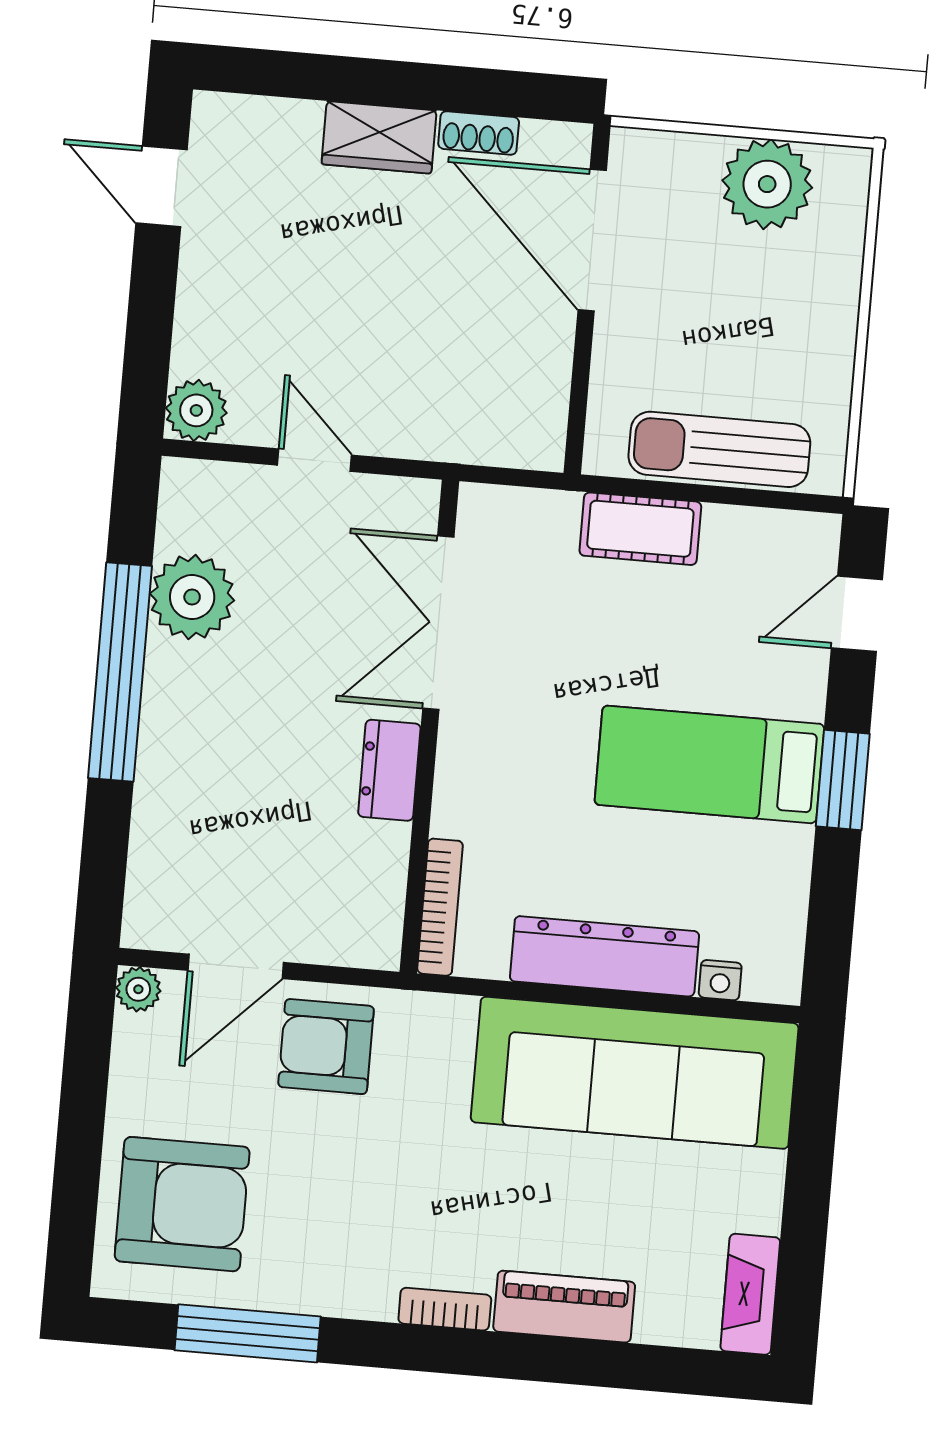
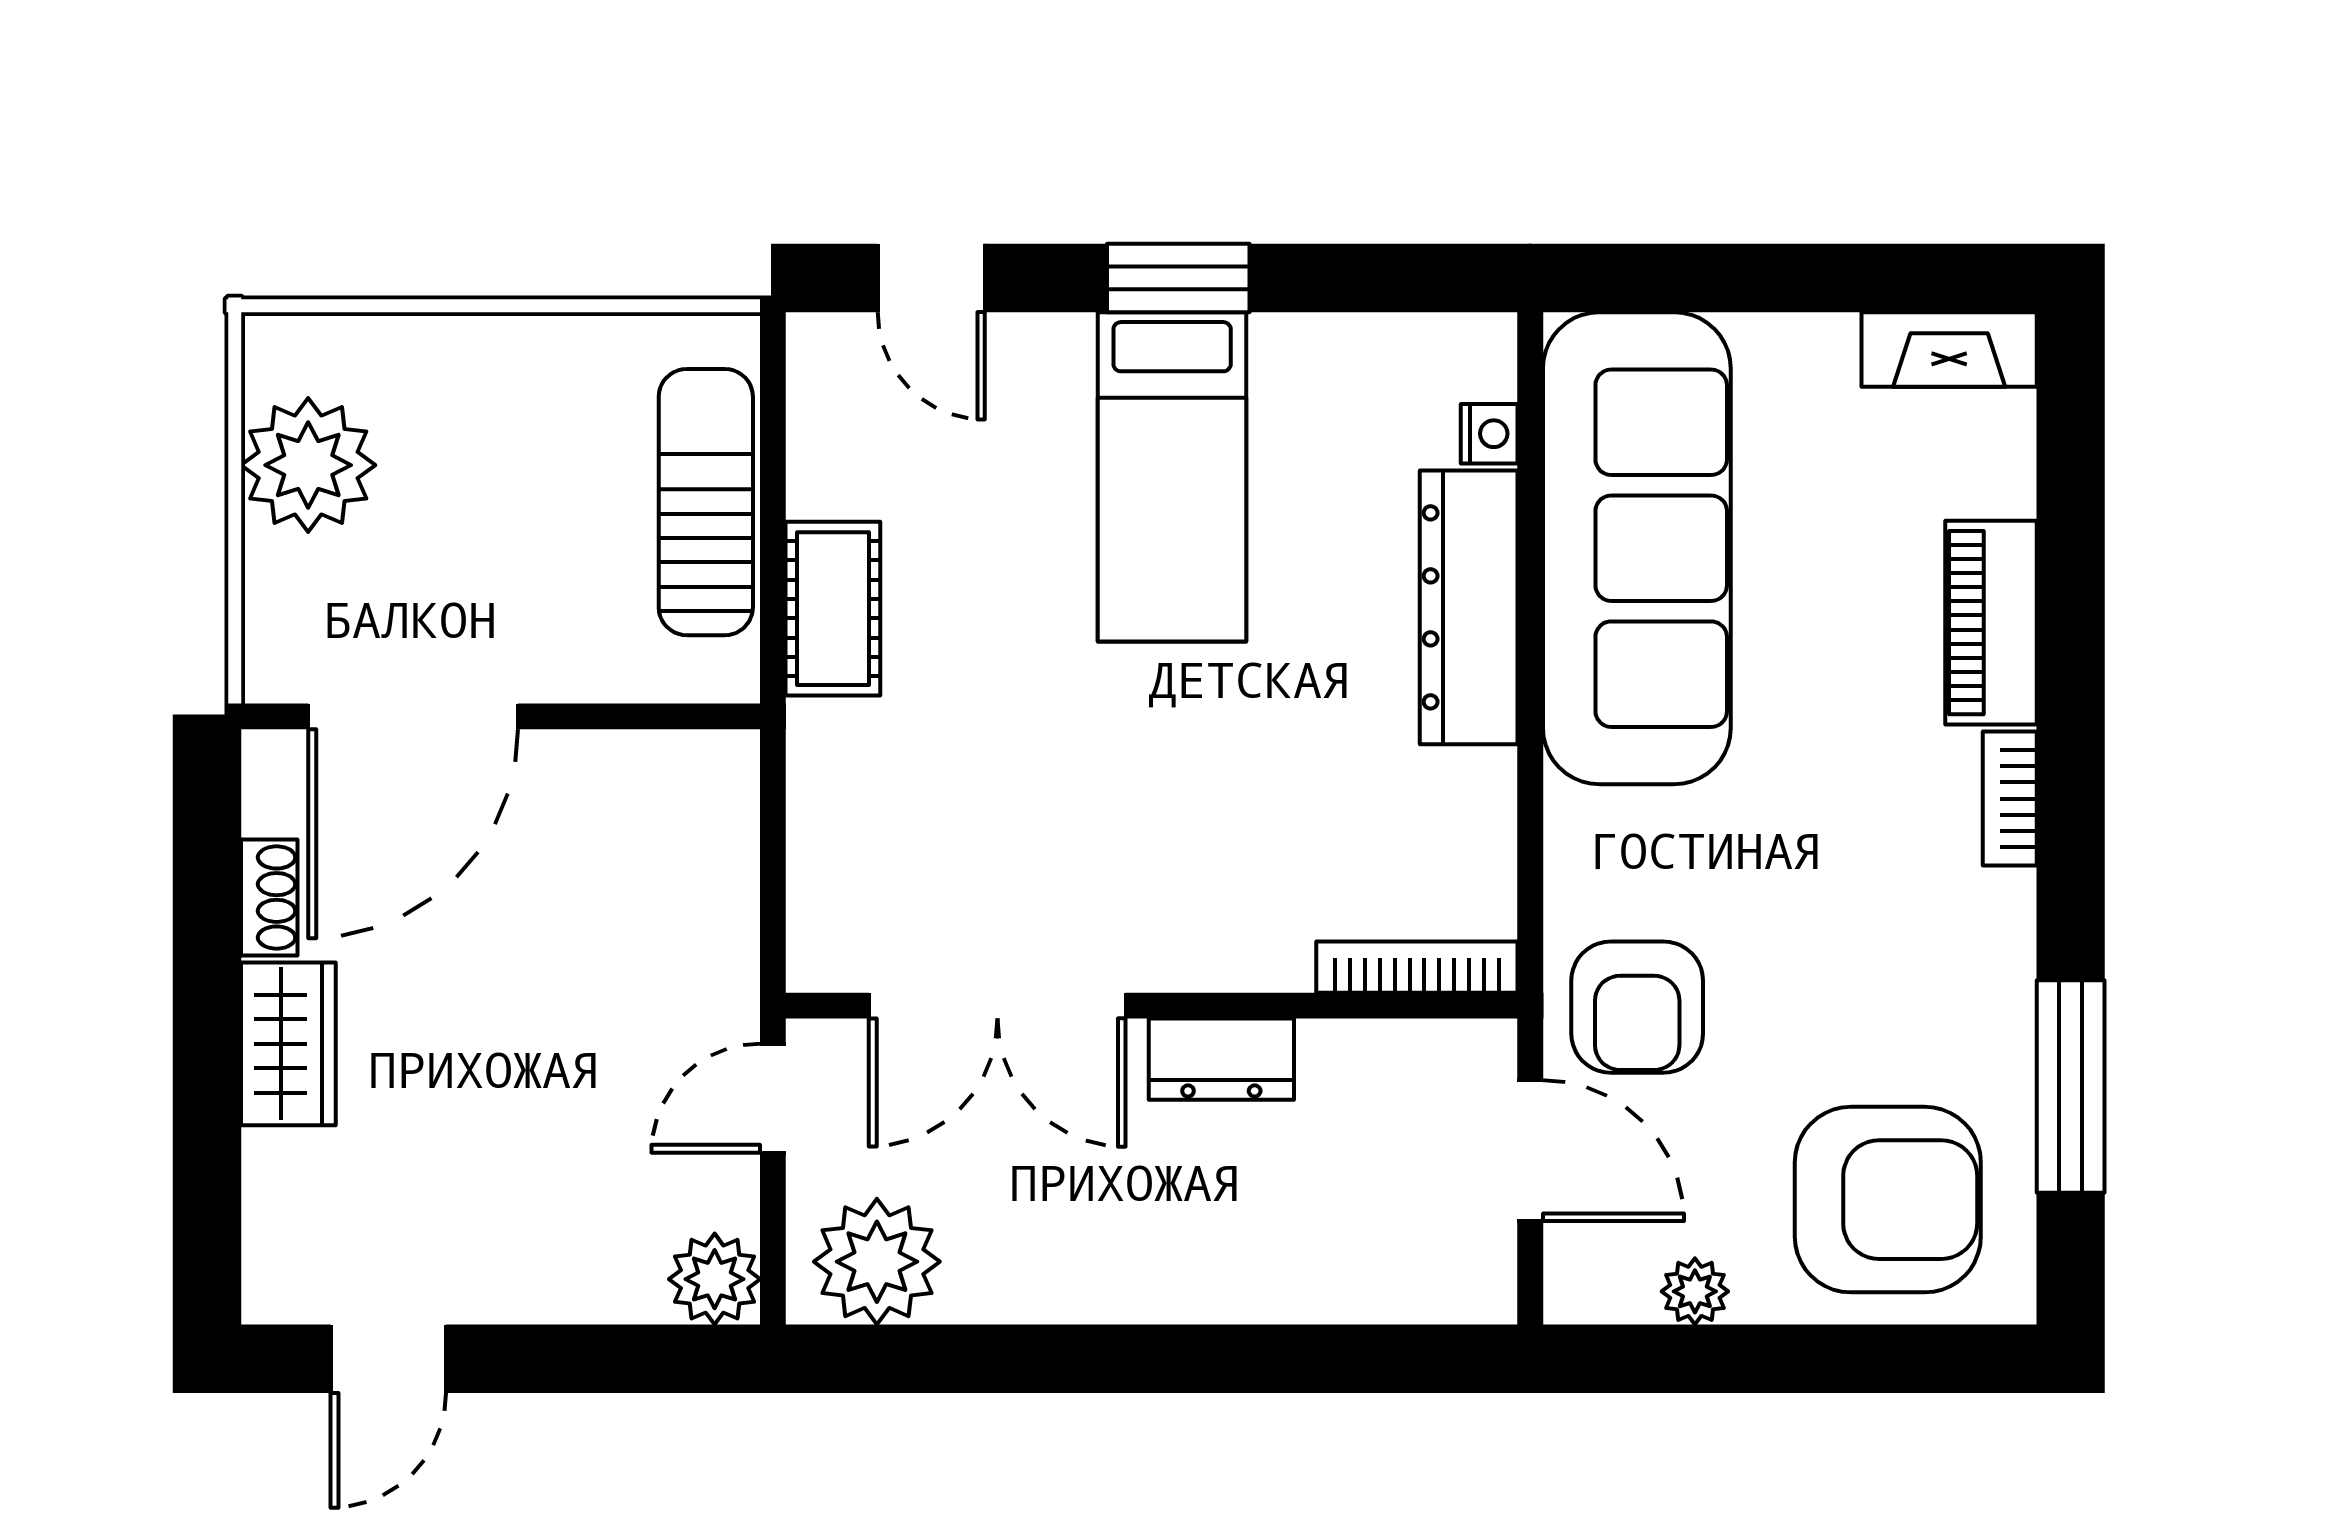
sun lounger: (719, 449) -> (706, 502), turned 180
plant: (192, 597) -> (877, 1262), moved
double door: (438, 623) -> (997, 1006), moved
window: (120, 672) -> (1110, 1359), removed
wall: (429, 726) -> (1152, 1006), moved
dresser: (389, 770) -> (1221, 1059), moved
bookcase: (440, 907) -> (1417, 967), moved
plant: (138, 989) -> (1695, 1291), moved
armchair: (182, 1204) -> (1888, 1200), turned 90

